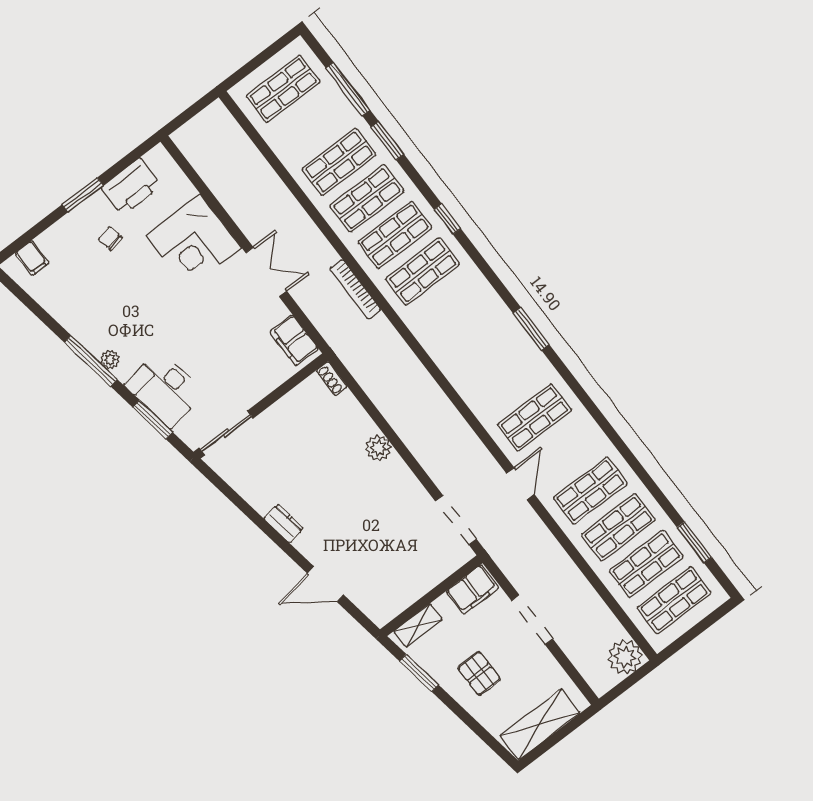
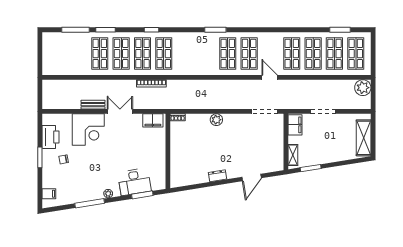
shop shelf: (283, 89) -> (228, 54), moved
bench: (243, 217) -> (93, 105), added
window: (91, 361) -> (90, 203), moved
sliding door: (226, 433) -> (168, 172), removed
pallet: (479, 673) -> (328, 146), removed

